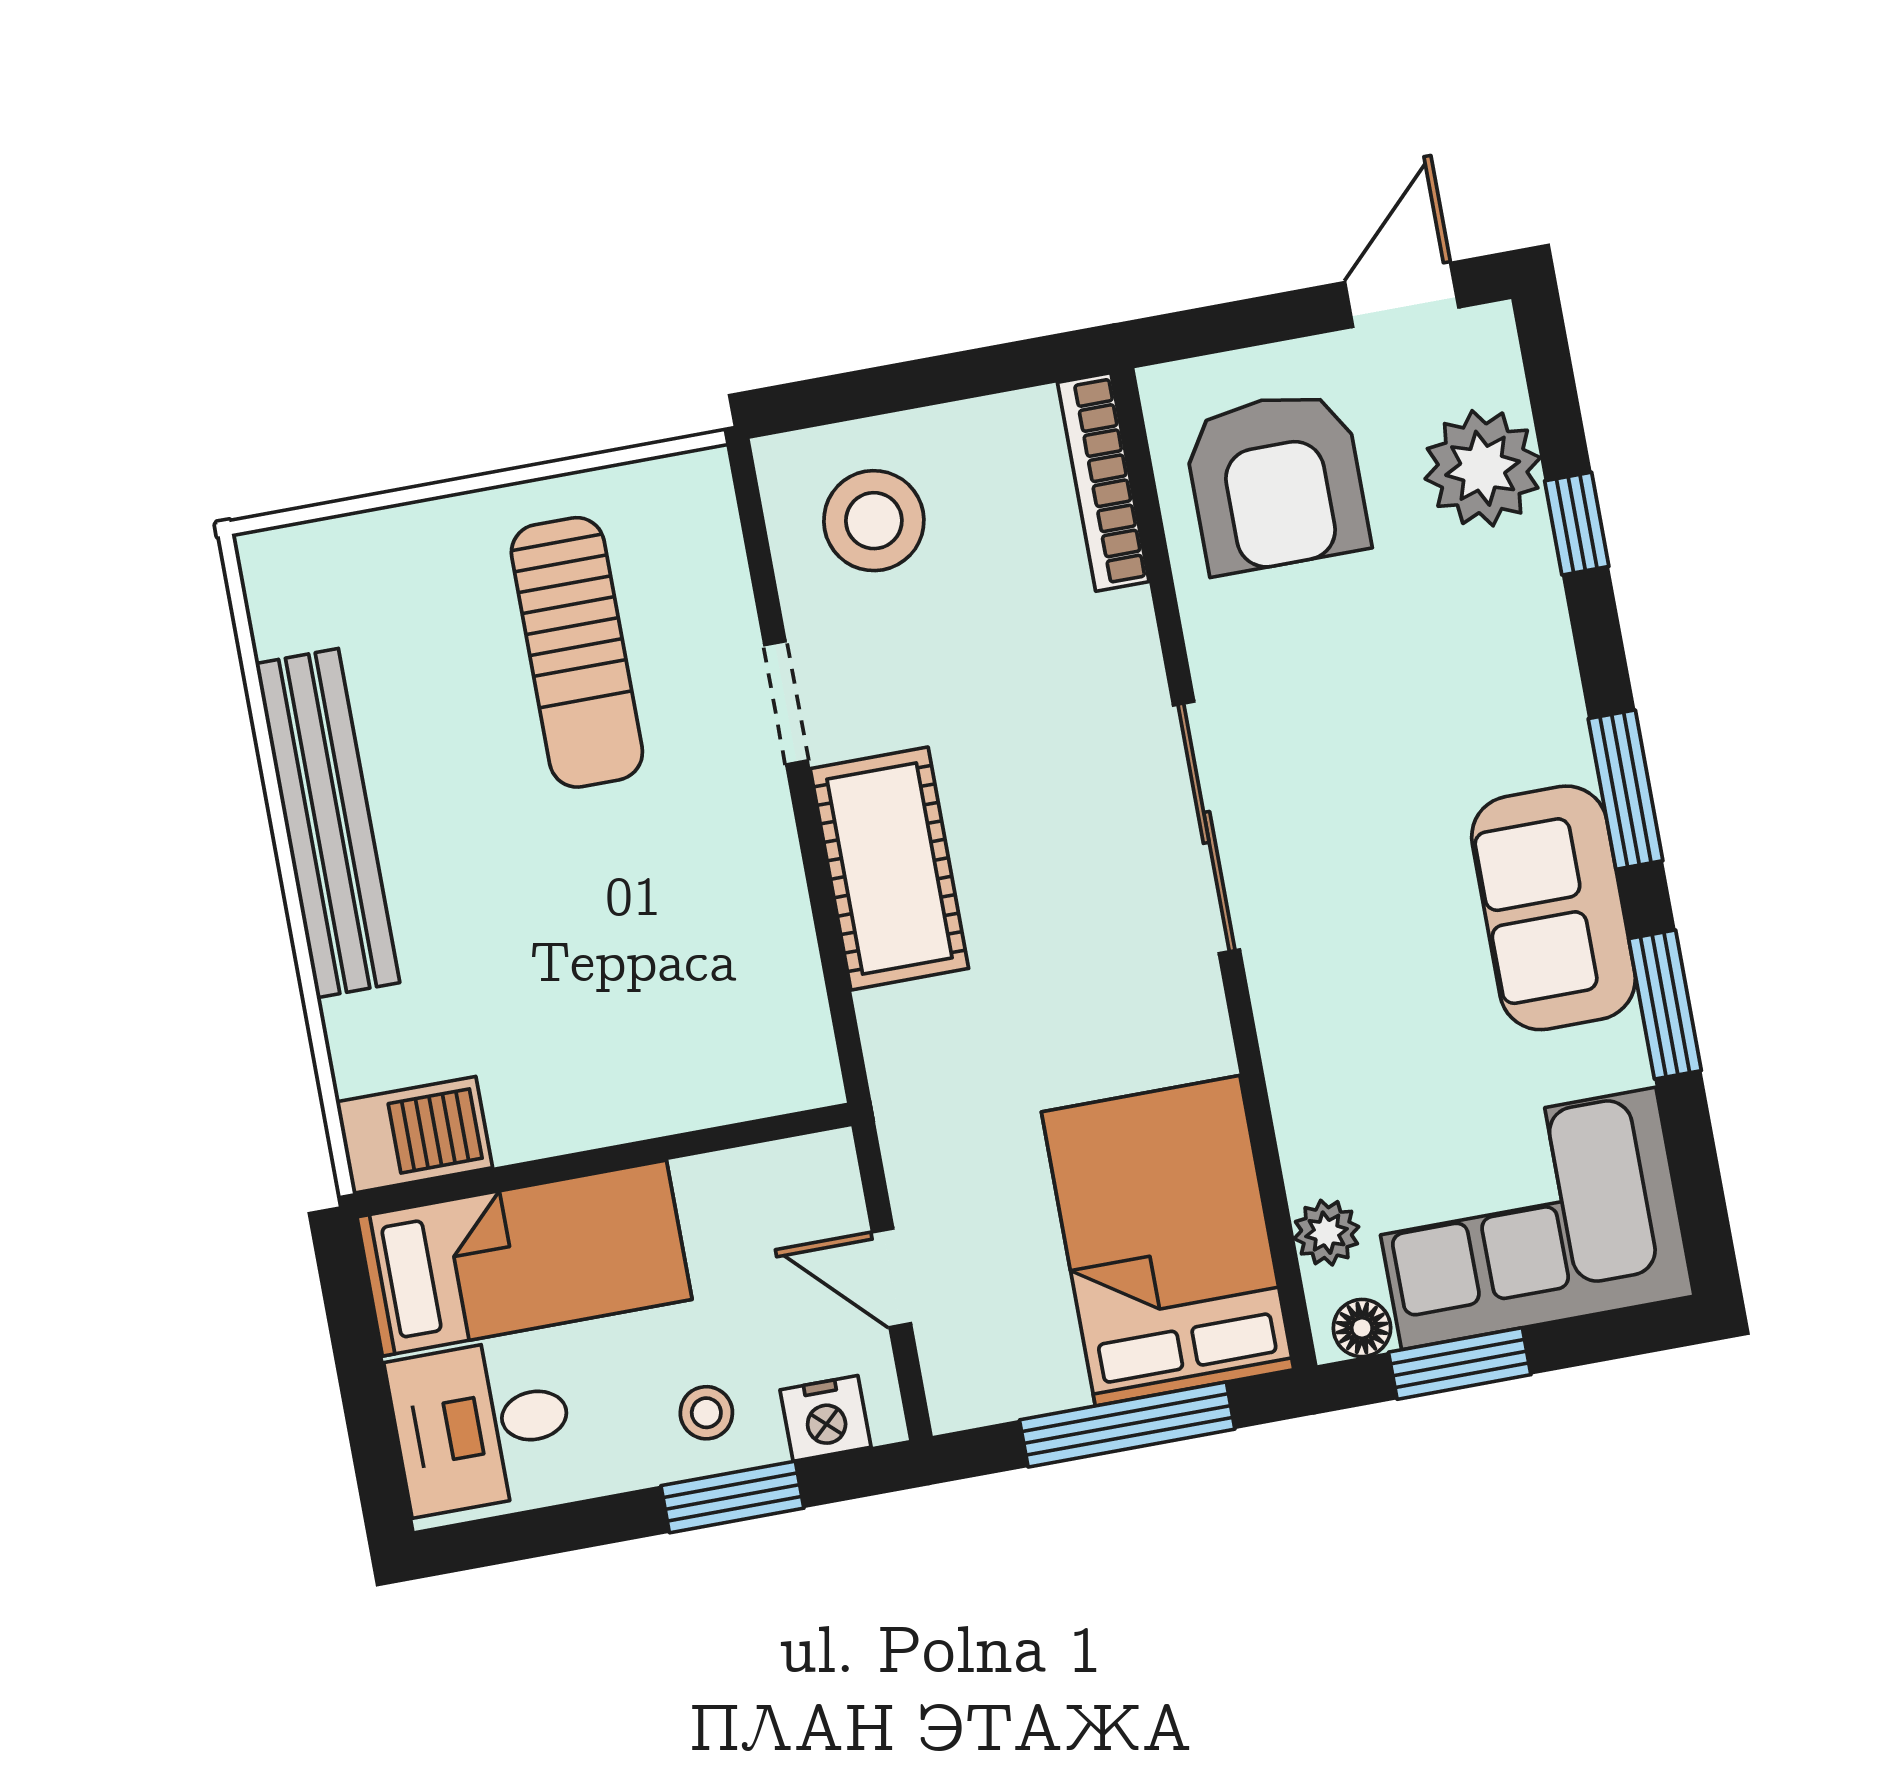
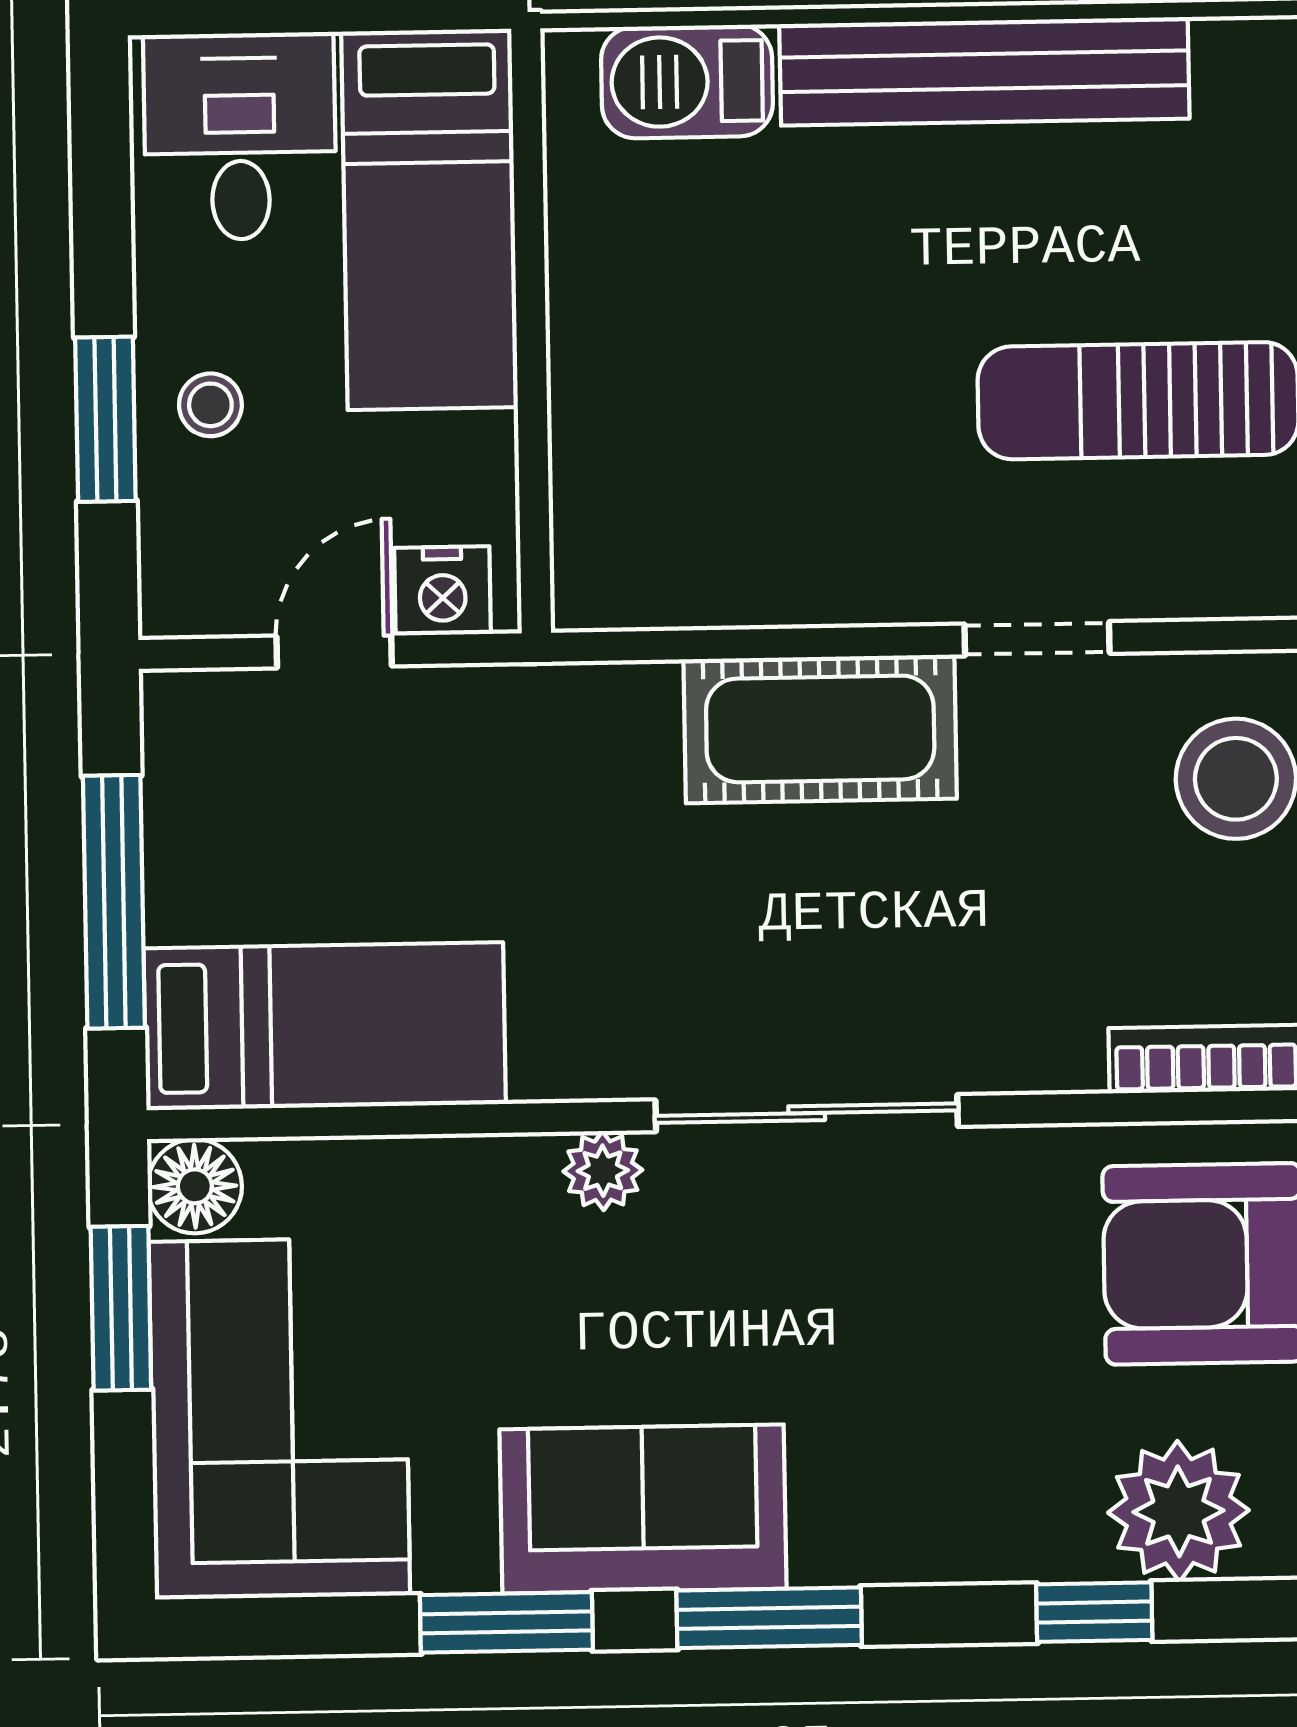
barbecue: (414, 1135) -> (687, 82), moved, turned 90
plant: (1326, 1233) -> (603, 1171), moved
bed: (1168, 1241) -> (325, 1026), width x0.67
floor lamp: (1362, 1328) -> (195, 1186), width x1.37, depth x1.37
nightstand: (826, 1418) -> (443, 591), moved, turned -90

